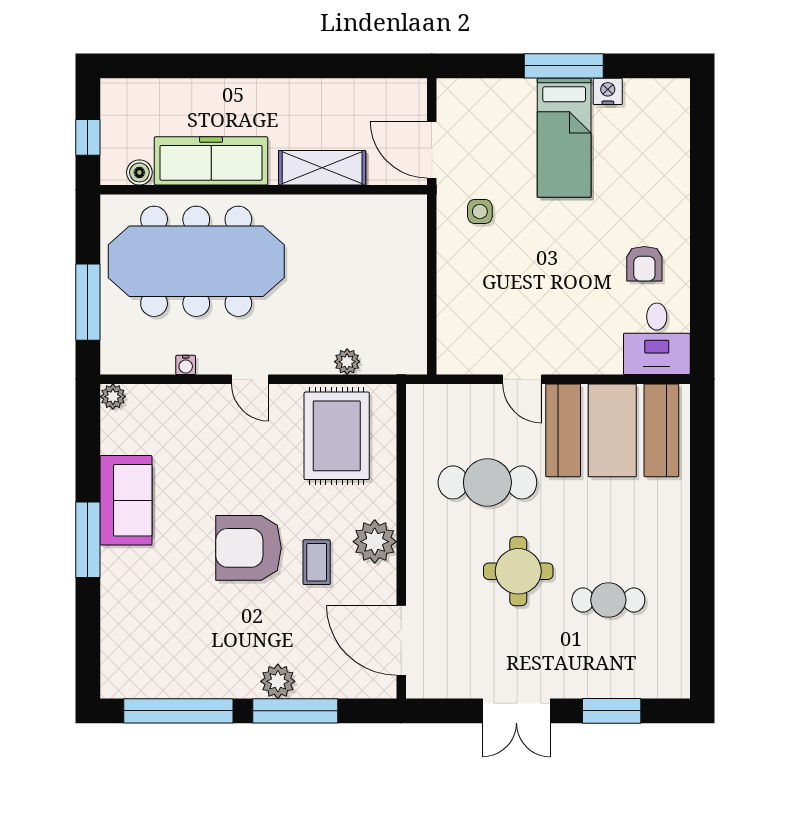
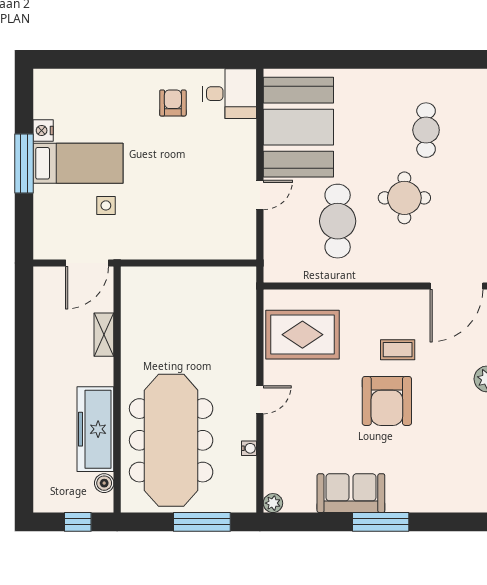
shelving: (322, 168) -> (104, 335), width x0.67, depth x0.75
side table: (480, 212) -> (106, 205), moved
armchair: (644, 264) -> (173, 103), turned -90
plant: (347, 362) -> (247, 327), removed
plant: (375, 542) -> (382, 306), removed

